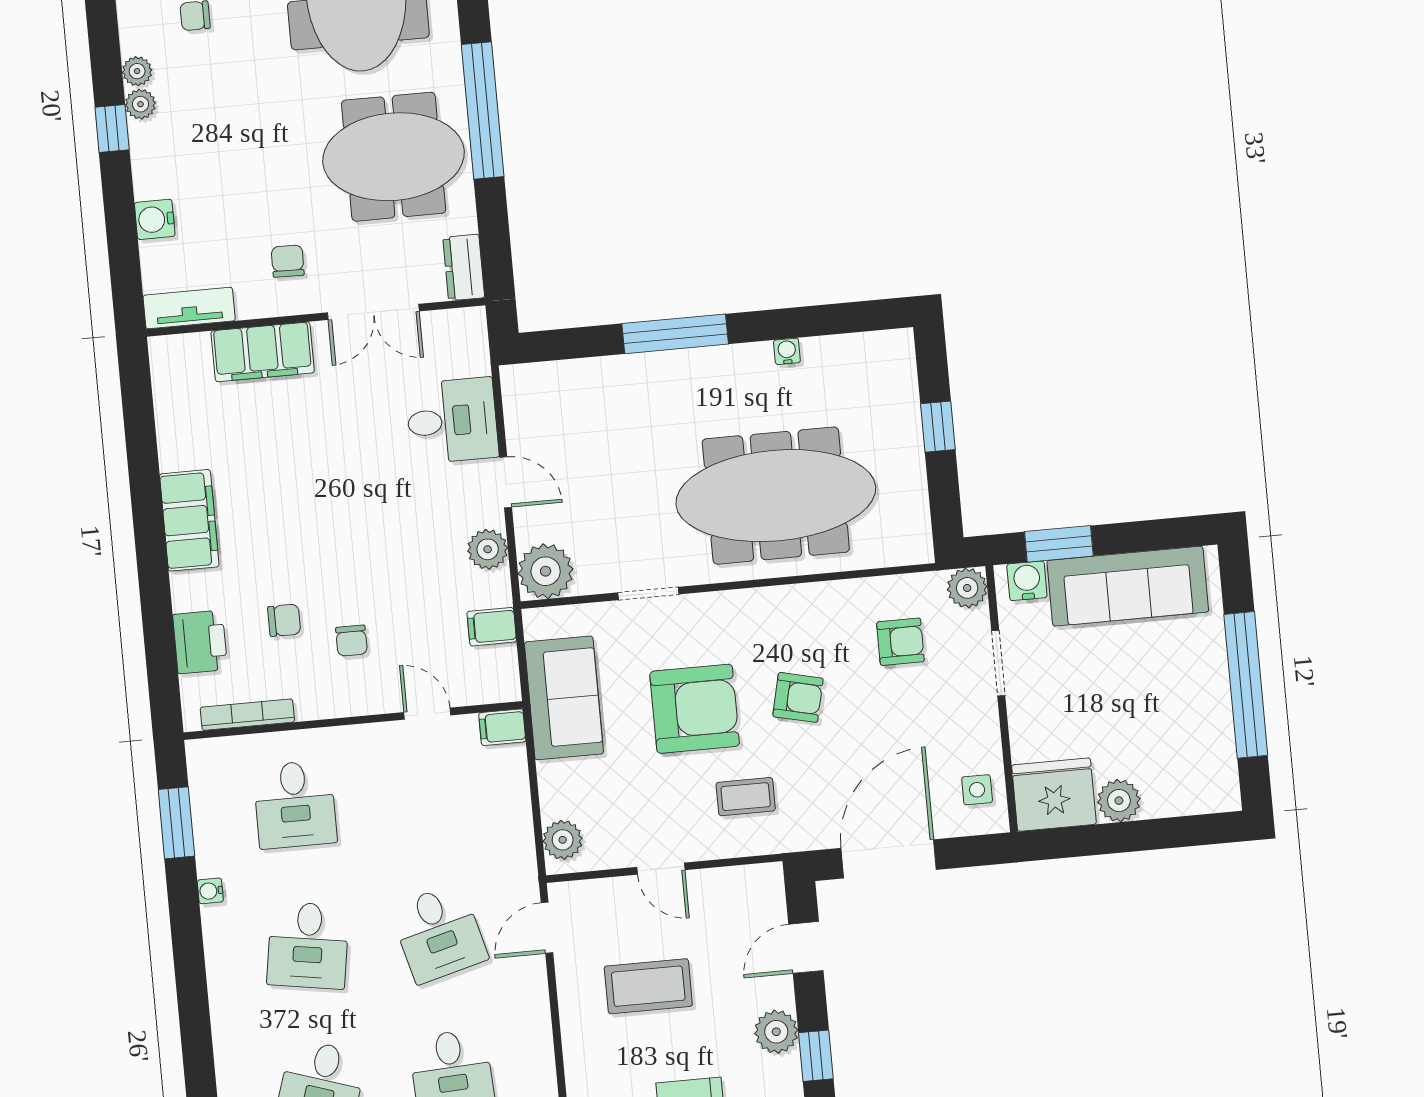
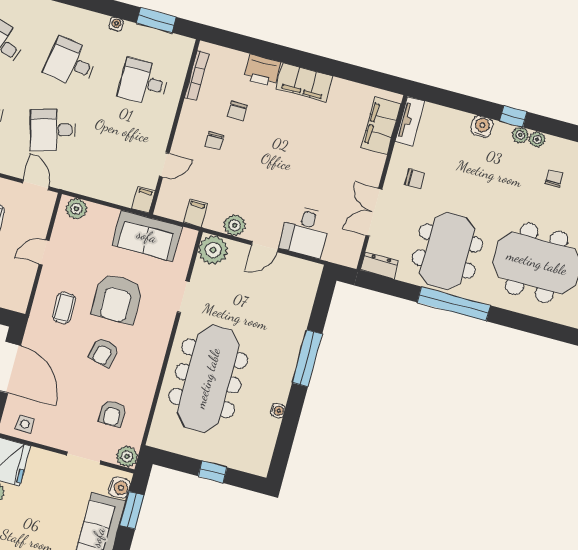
water cooler: (155, 219) -> (482, 127), moved
filing cabinet: (263, 352) -> (381, 126), moved
chair: (351, 641) -> (214, 141), turned -90
printer: (200, 642) -> (262, 71), moved

